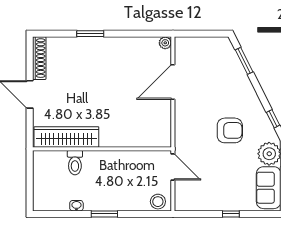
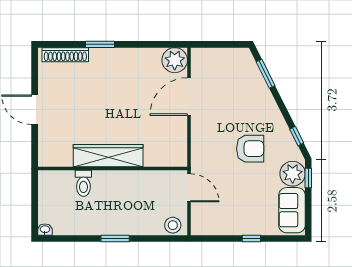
plant: (165, 43) -> (175, 60), width x1.87, depth x1.87
shoe rack: (39, 58) -> (65, 55), moved, turned 90
wardrobe: (66, 137) -> (108, 156), moved
washbasin: (76, 206) -> (45, 230), moved

